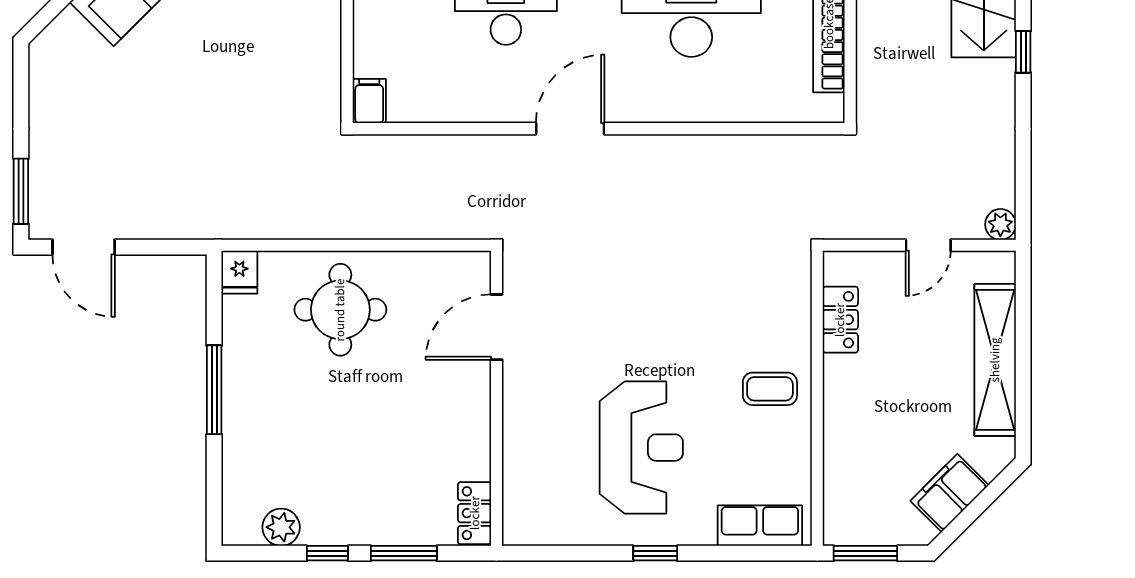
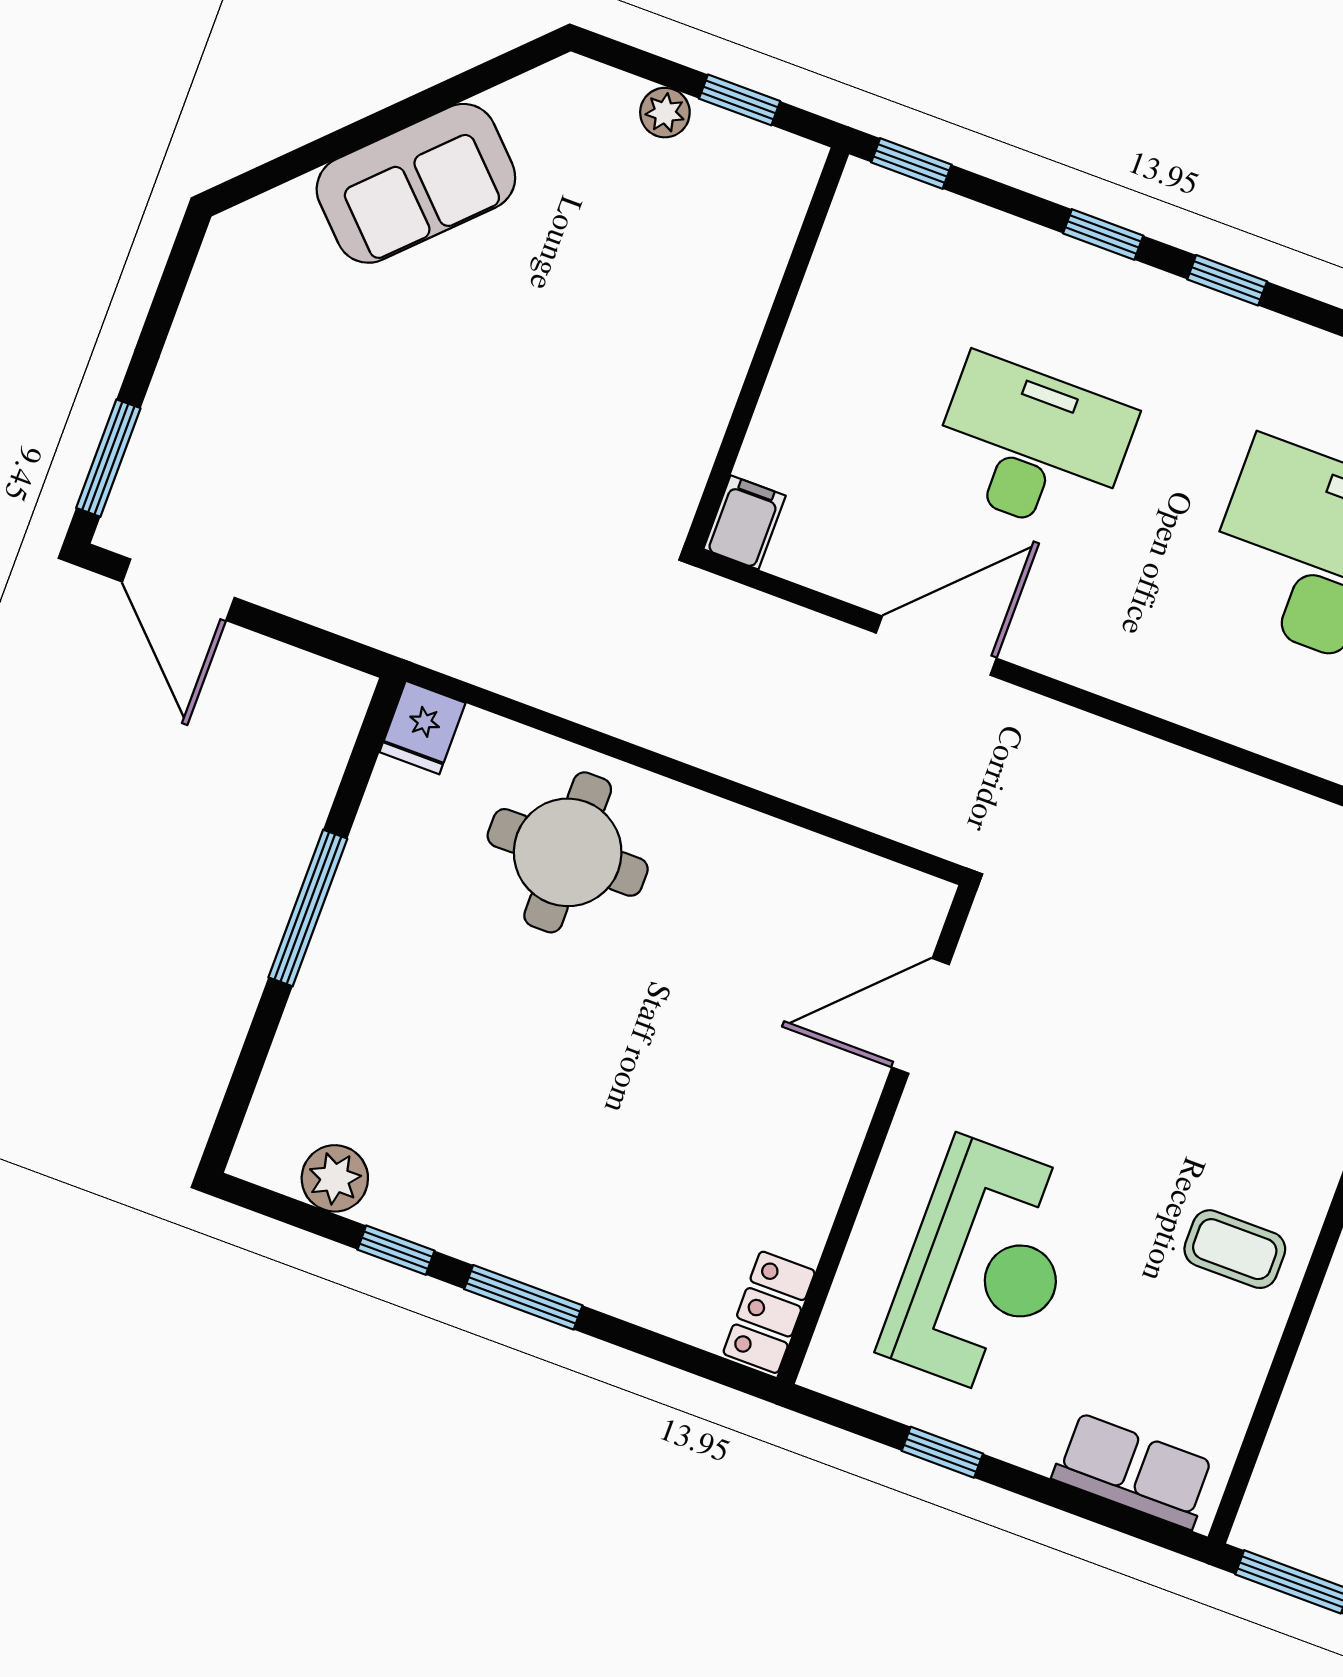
door: (570, 129) -> (936, 646), moved
door: (497, 327) -> (920, 1016), moved
wall: (497, 398) -> (877, 1135), moved
locker: (475, 513) -> (769, 1312), moved

